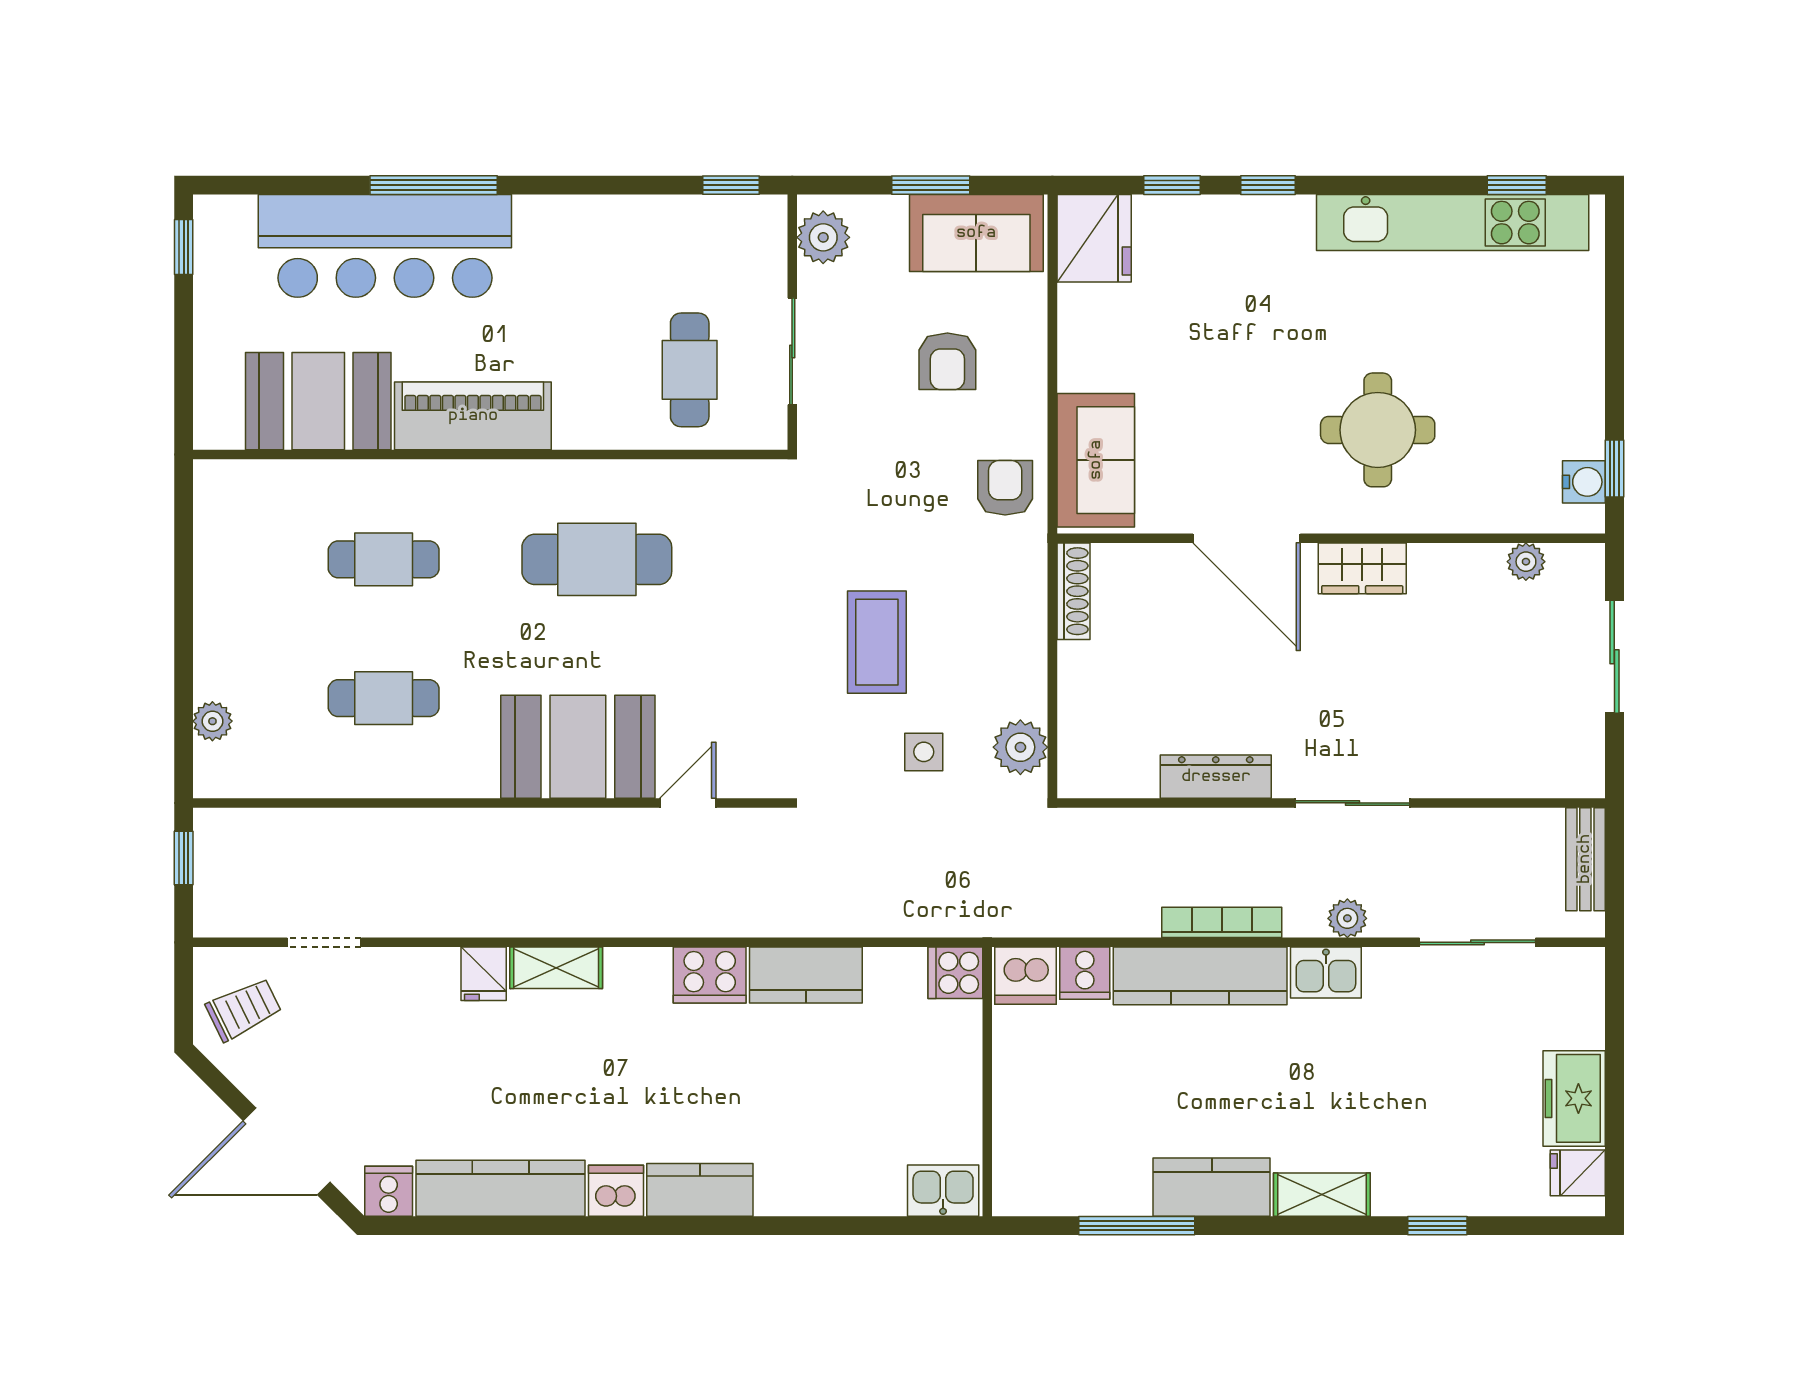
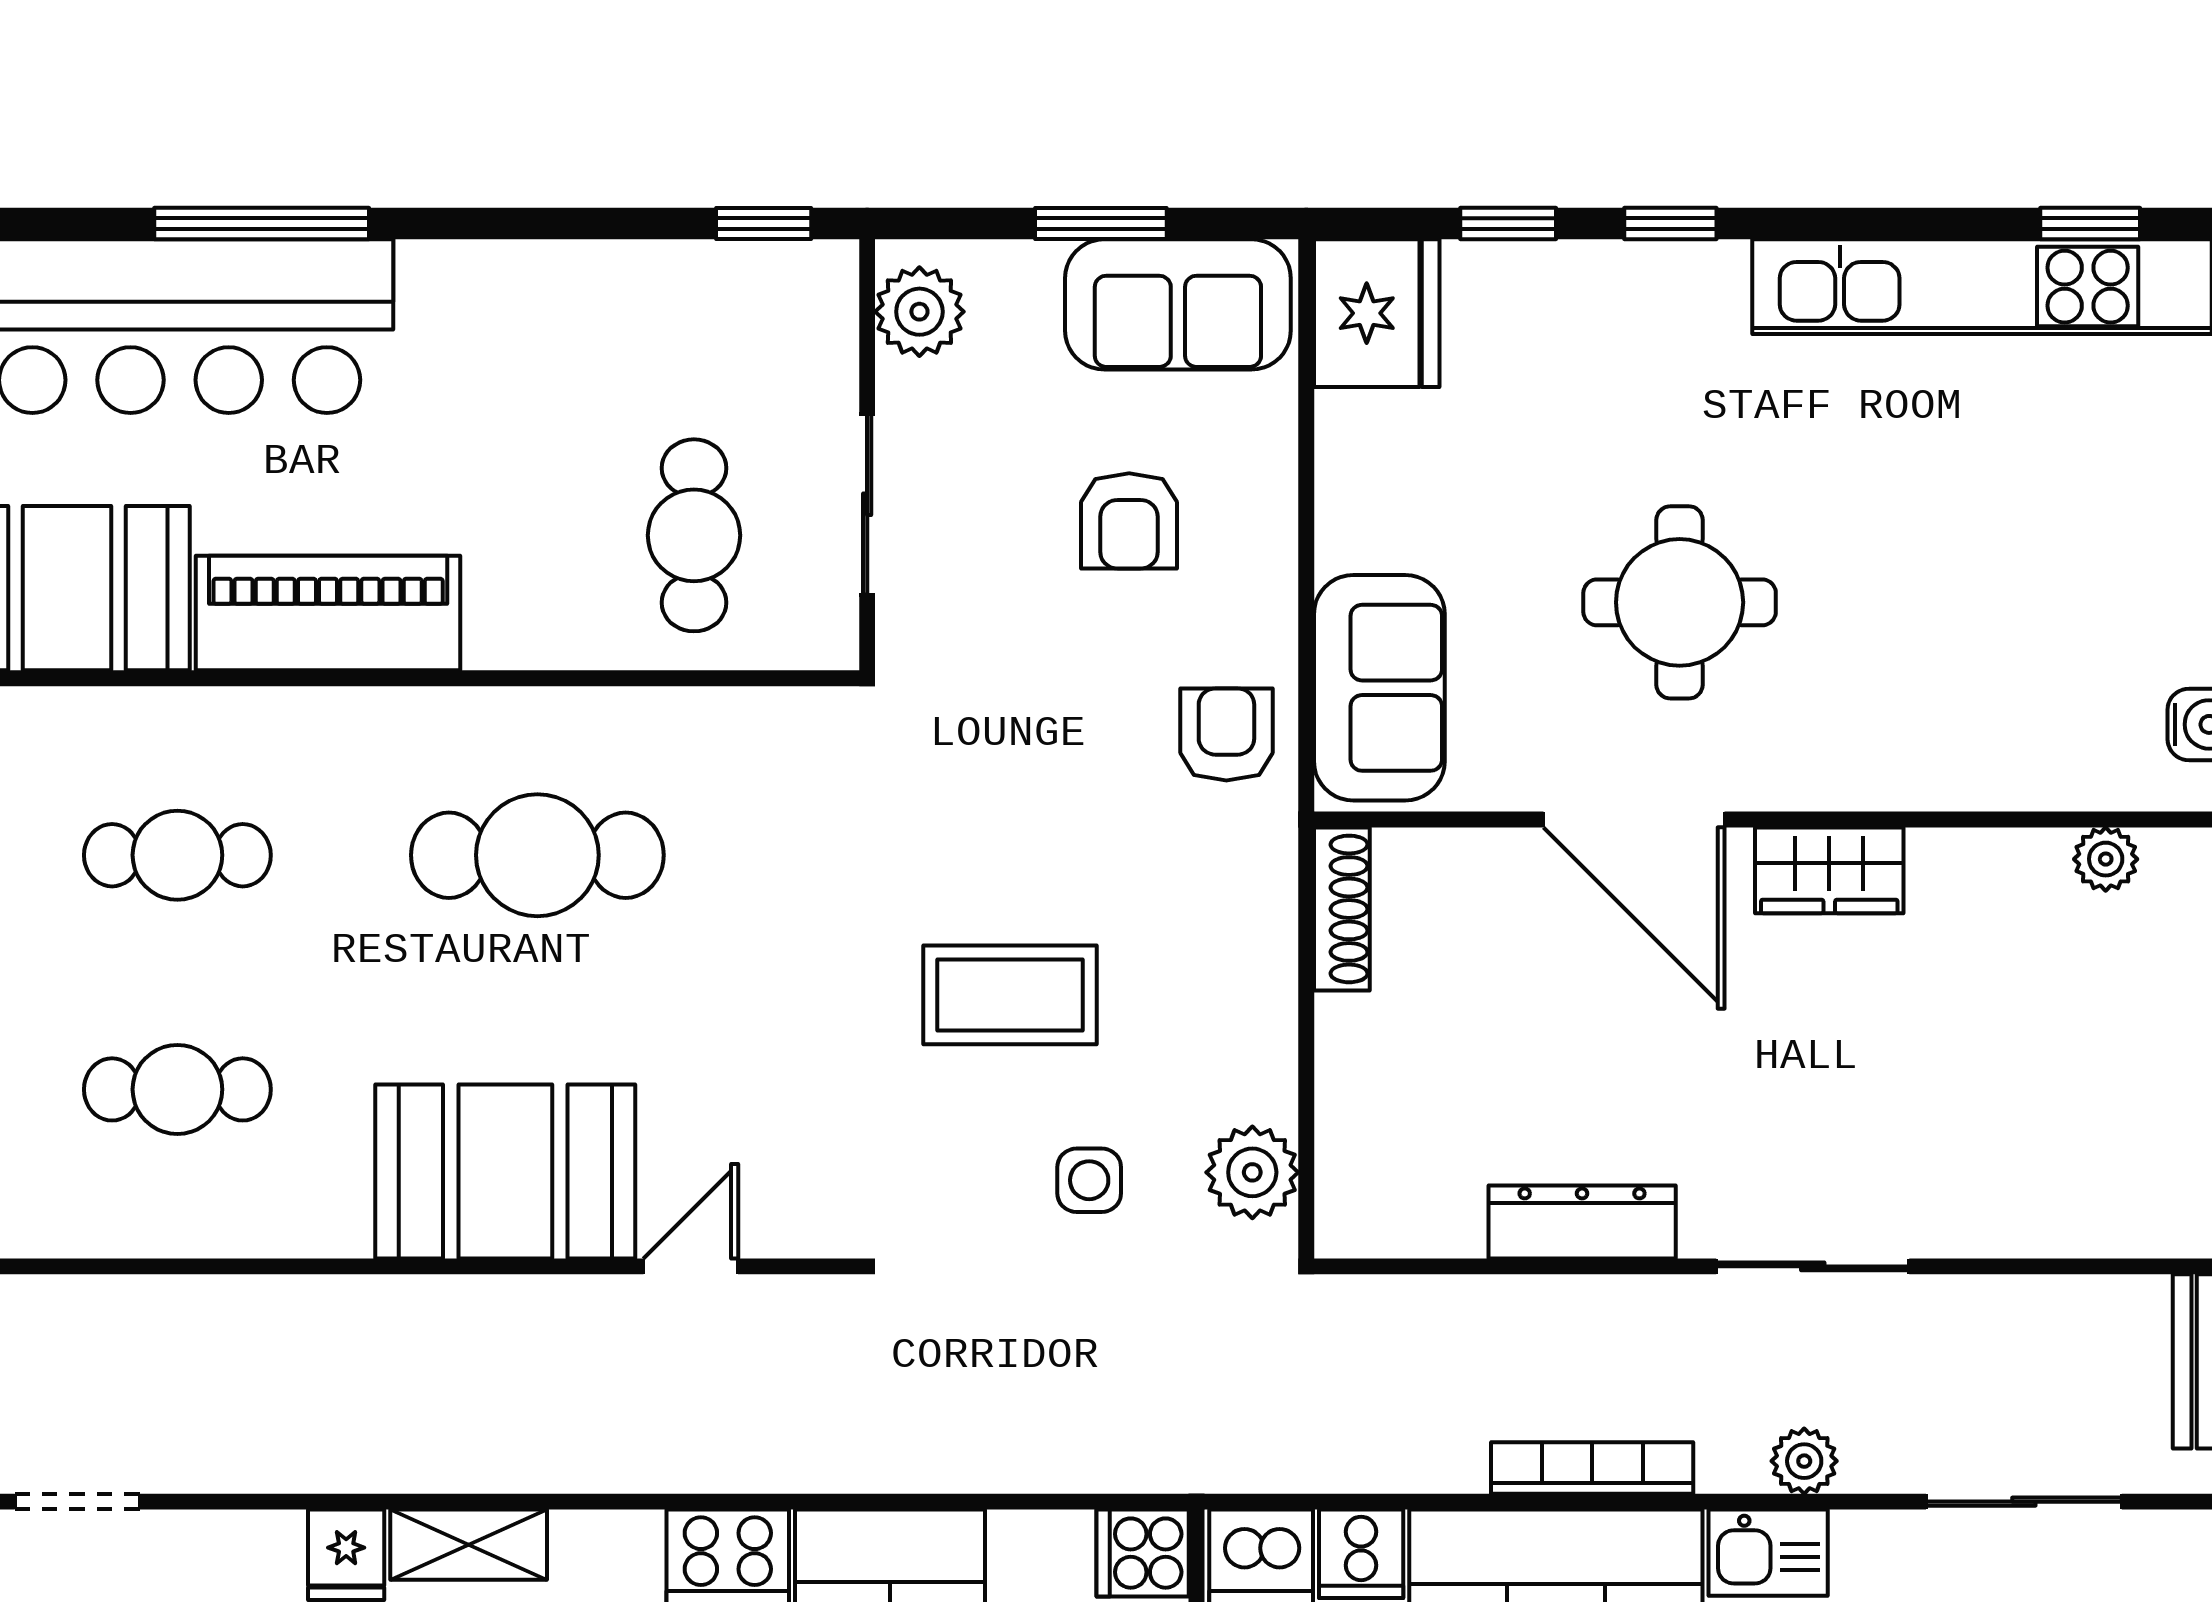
round table: (1378, 430) -> (1680, 602), moved
coffee table: (877, 642) -> (1010, 995), turned 90

